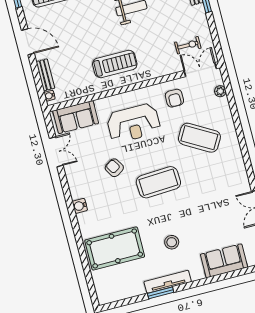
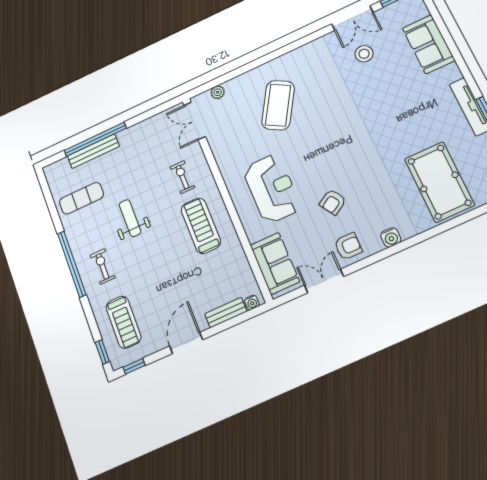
exercise bike: (188, 45) -> (182, 177), moved
armchair: (174, 98) -> (348, 246), moved
coffee table: (158, 182) -> (342, 143), removed
stool: (172, 242) -> (364, 54), moved

